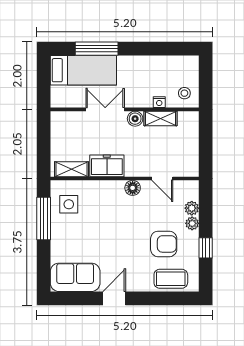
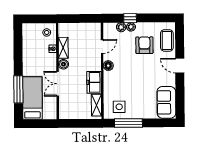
window: (206, 248) -> (130, 18), moved
door: (114, 298) -> (180, 66), moved

